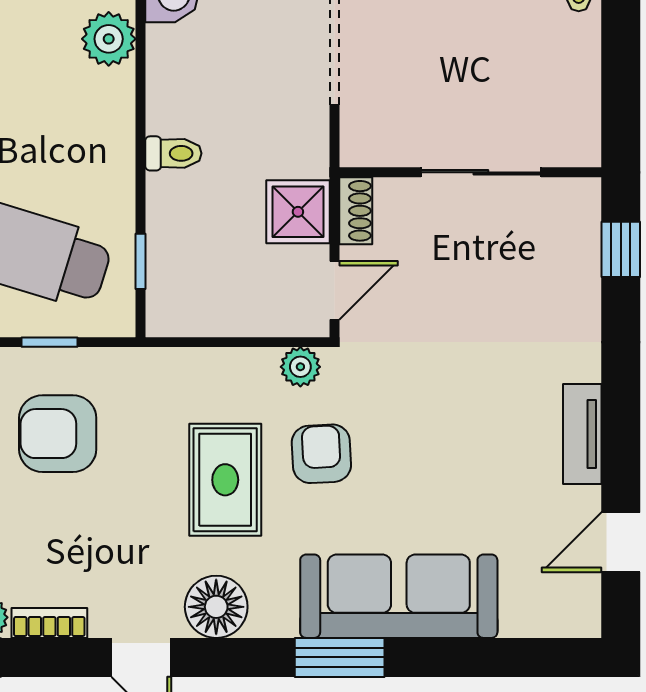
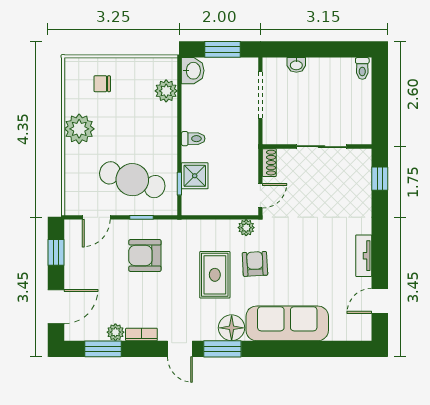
shower: (298, 212) -> (195, 176), moved
floor lamp: (216, 607) -> (232, 328), moved
window: (340, 657) -> (222, 349), moved

